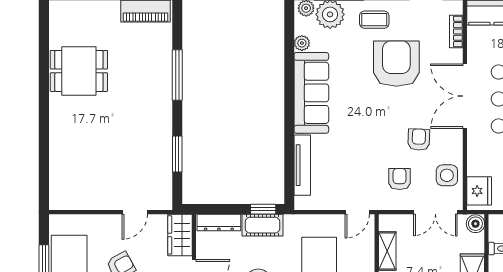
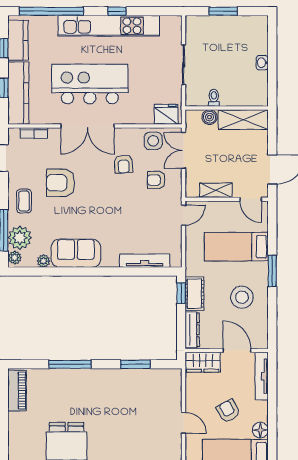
armchair: (396, 64) -> (61, 183), width x0.73, depth x0.73
sofa: (311, 93) -> (76, 253), width x0.73
armchair: (419, 140) -> (123, 164), turned -96
door: (135, 212) -> (184, 423), moved
door: (357, 212) -> (184, 215), hinge flipped
double door: (435, 212) -> (184, 150), swing flipped
boiler: (475, 224) -> (210, 117), moved

